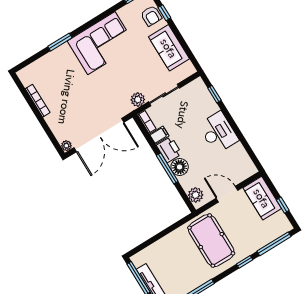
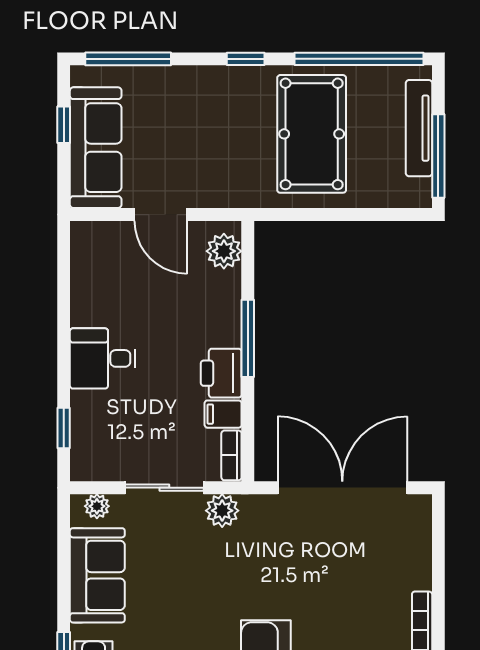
desk: (218, 132) -> (103, 358), width x0.73
plant: (66, 146) -> (97, 506), moved
floor lamp: (180, 167) -> (222, 326), removed
sofa: (262, 198) -> (96, 148), width x1.36
pool table: (211, 241) -> (312, 134), moved
window: (245, 262) -> (246, 59), moved

